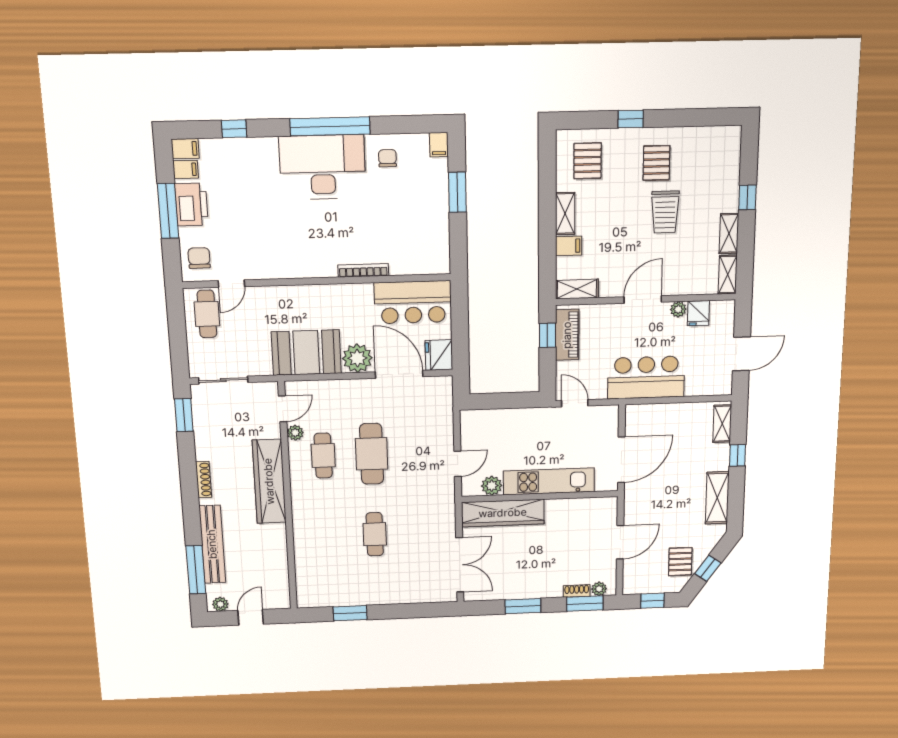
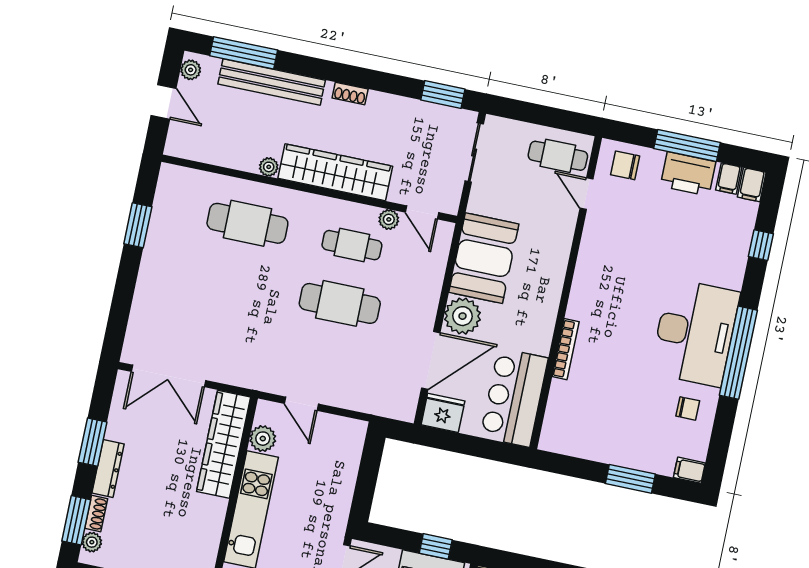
chair: (199, 258) -> (625, 165), turned 180
shoe rack: (204, 480) -> (350, 93), width x0.70
plant: (279, 531) -> (269, 167), added
cafe table: (375, 534) -> (247, 223), moved, width x1.37, depth x1.35
dresser: (541, 591) -> (108, 469), added

